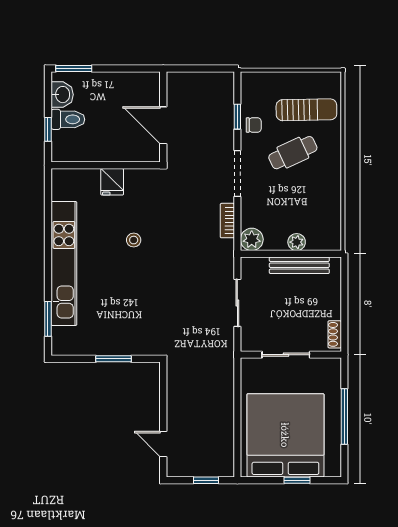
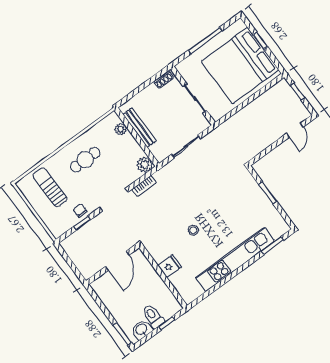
cafe table: (293, 153) -> (85, 160), moved, turned -65
plant: (297, 242) -> (121, 129), moved

